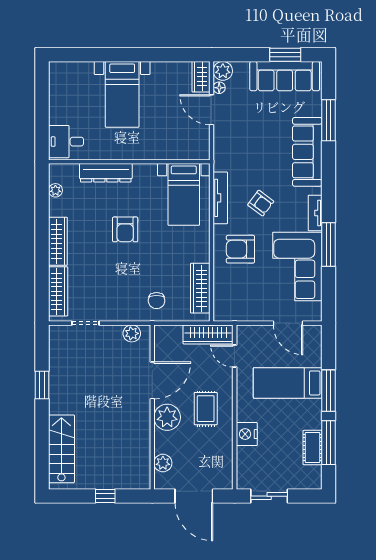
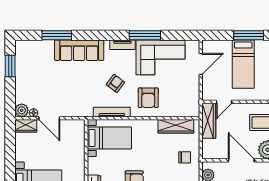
sofa: (285, 76) -> (25, 66), removed
door: (212, 110) -> (49, 118), hinge flipped

